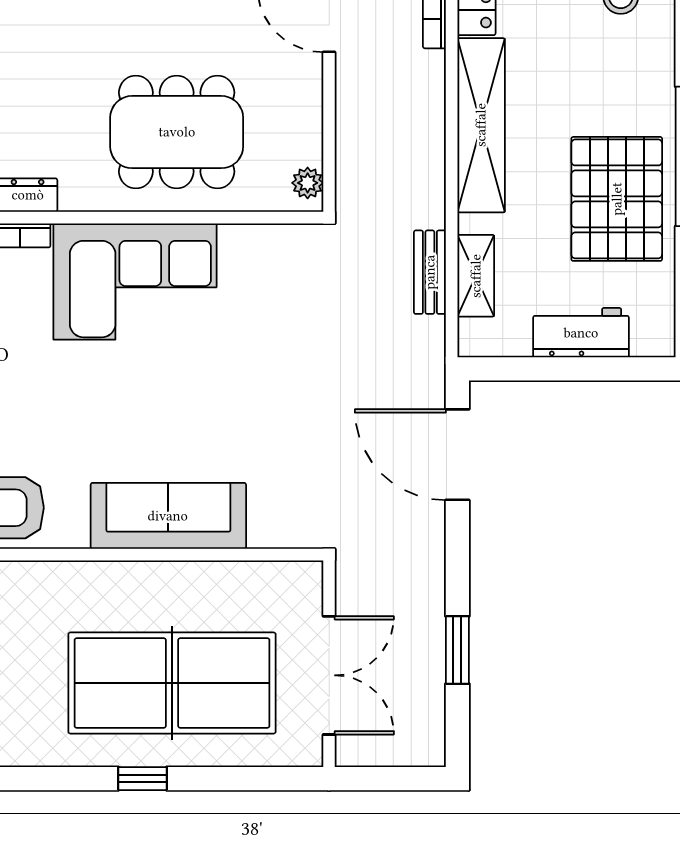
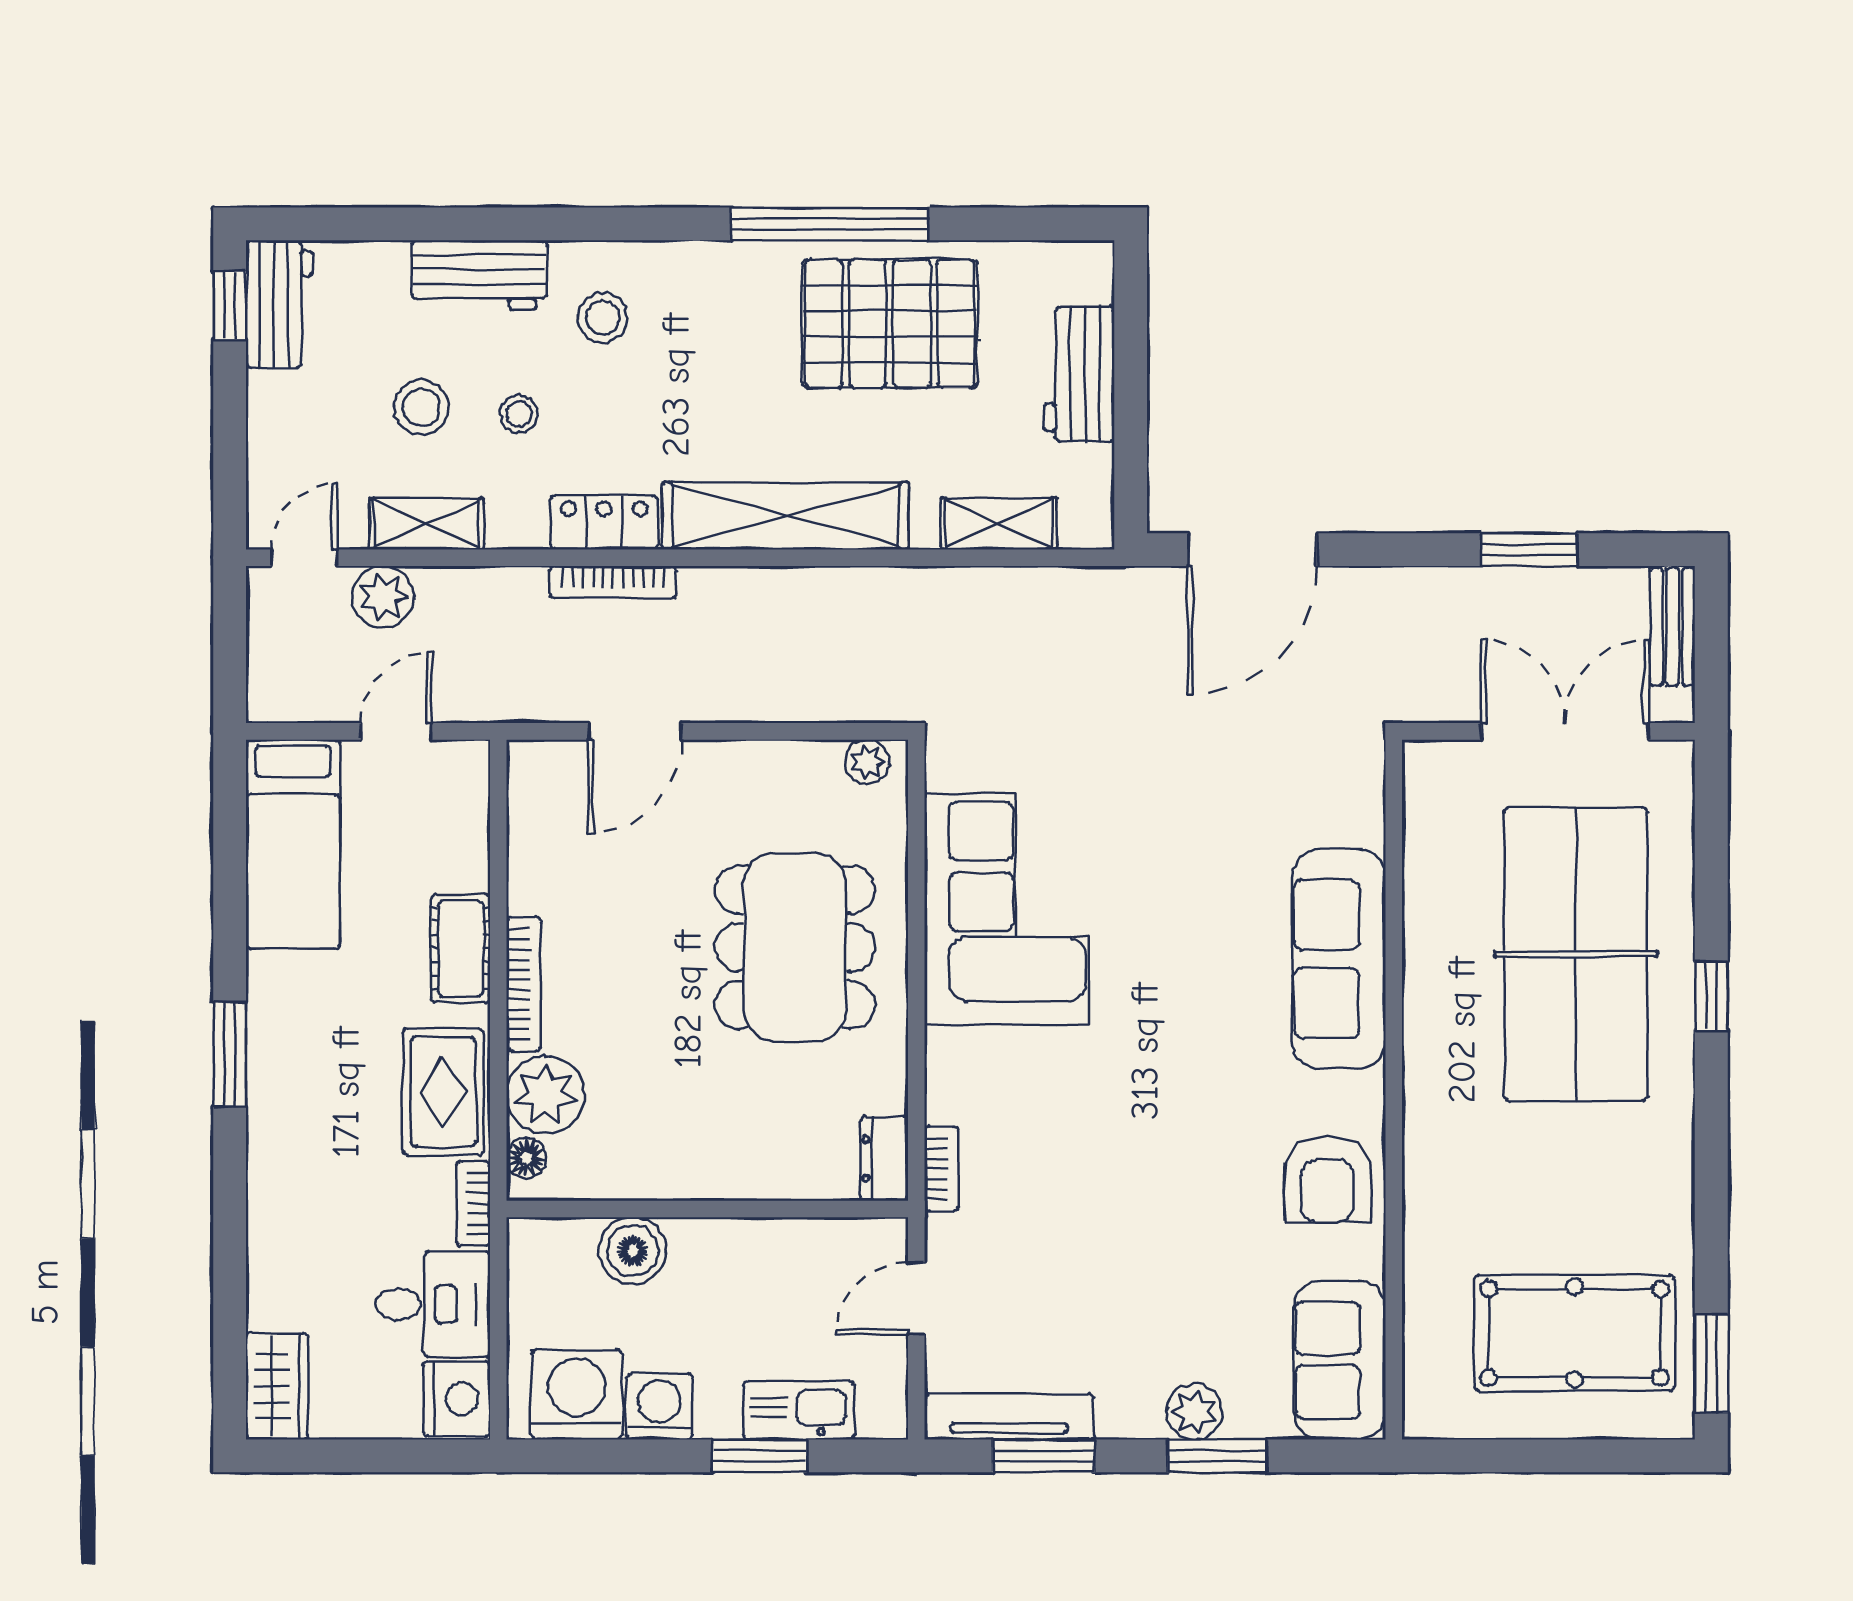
bench: (430, 272) -> (1672, 627), moved, turned 90
corner sofa: (135, 281) -> (1007, 909), moved

